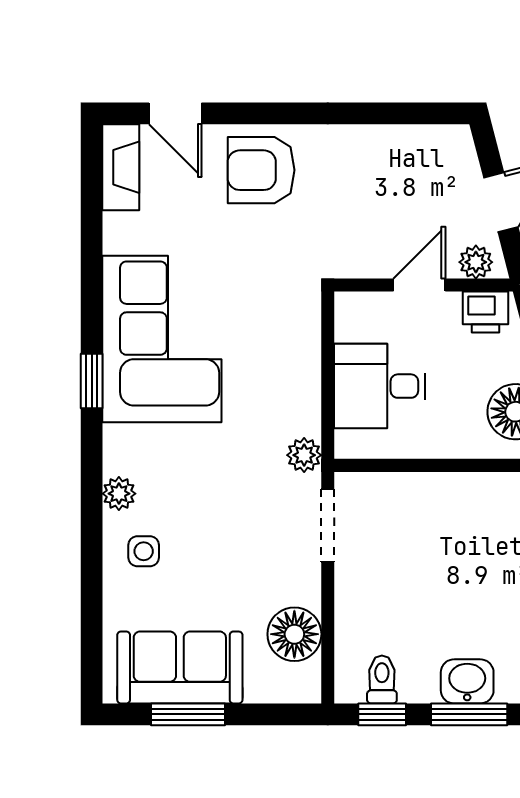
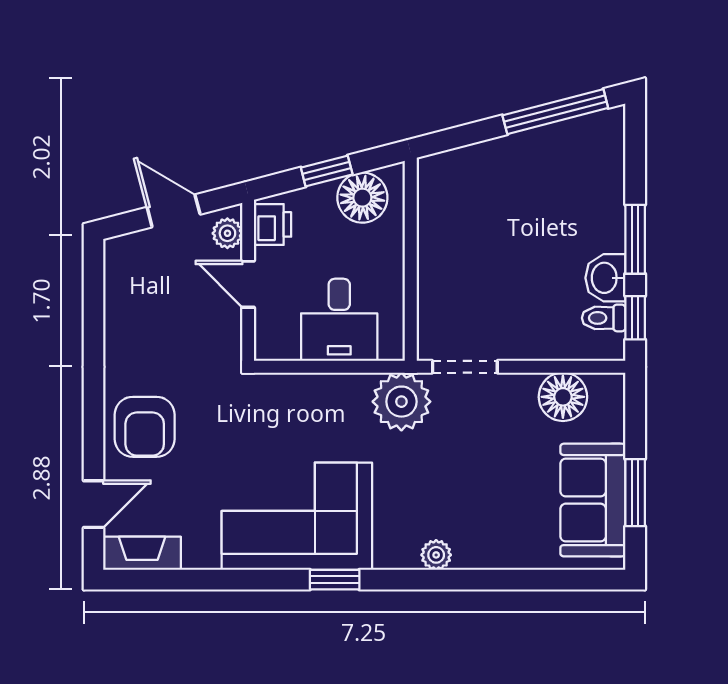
plant: (304, 455) -> (401, 402), width x1.88, depth x1.88
side table: (144, 551) -> (488, 533), removed
washbasin: (467, 681) -> (605, 278), moved

